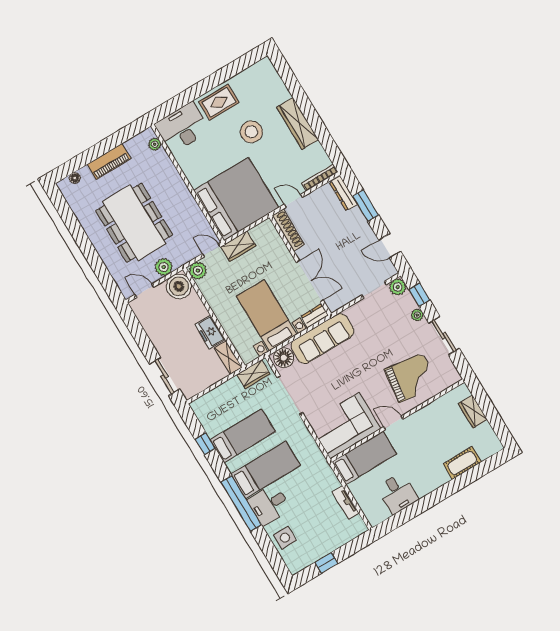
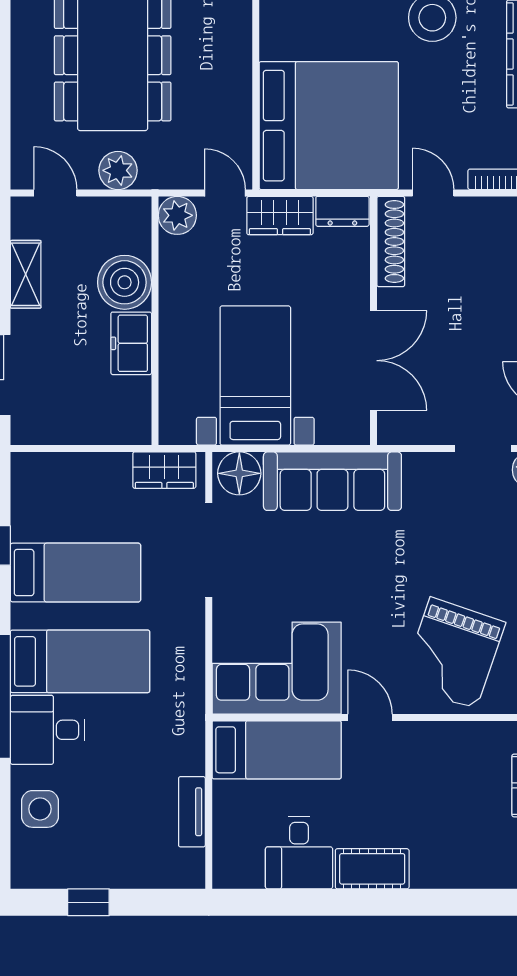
boiler: (179, 286) -> (125, 282), moved
dresser: (315, 316) -> (342, 211), moved, turned 180
shelving: (228, 358) -> (26, 274), moved
grand piano: (411, 378) -> (453, 653), turned 101
cot: (462, 463) -> (372, 869), moved

